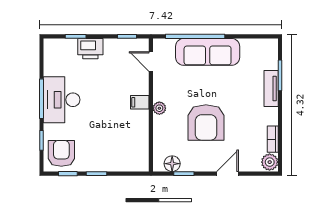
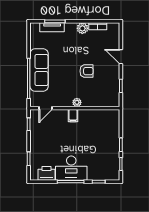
printer: (90, 49) -> (46, 173), moved, turned -90
tv unit: (271, 89) -> (52, 27), moved
armchair: (206, 122) -> (87, 71), width x0.53, depth x0.53
armchair: (61, 153) -> (107, 168), removed
plant: (270, 162) -> (82, 28), moved
floor lamp: (172, 164) -> (114, 94), removed

